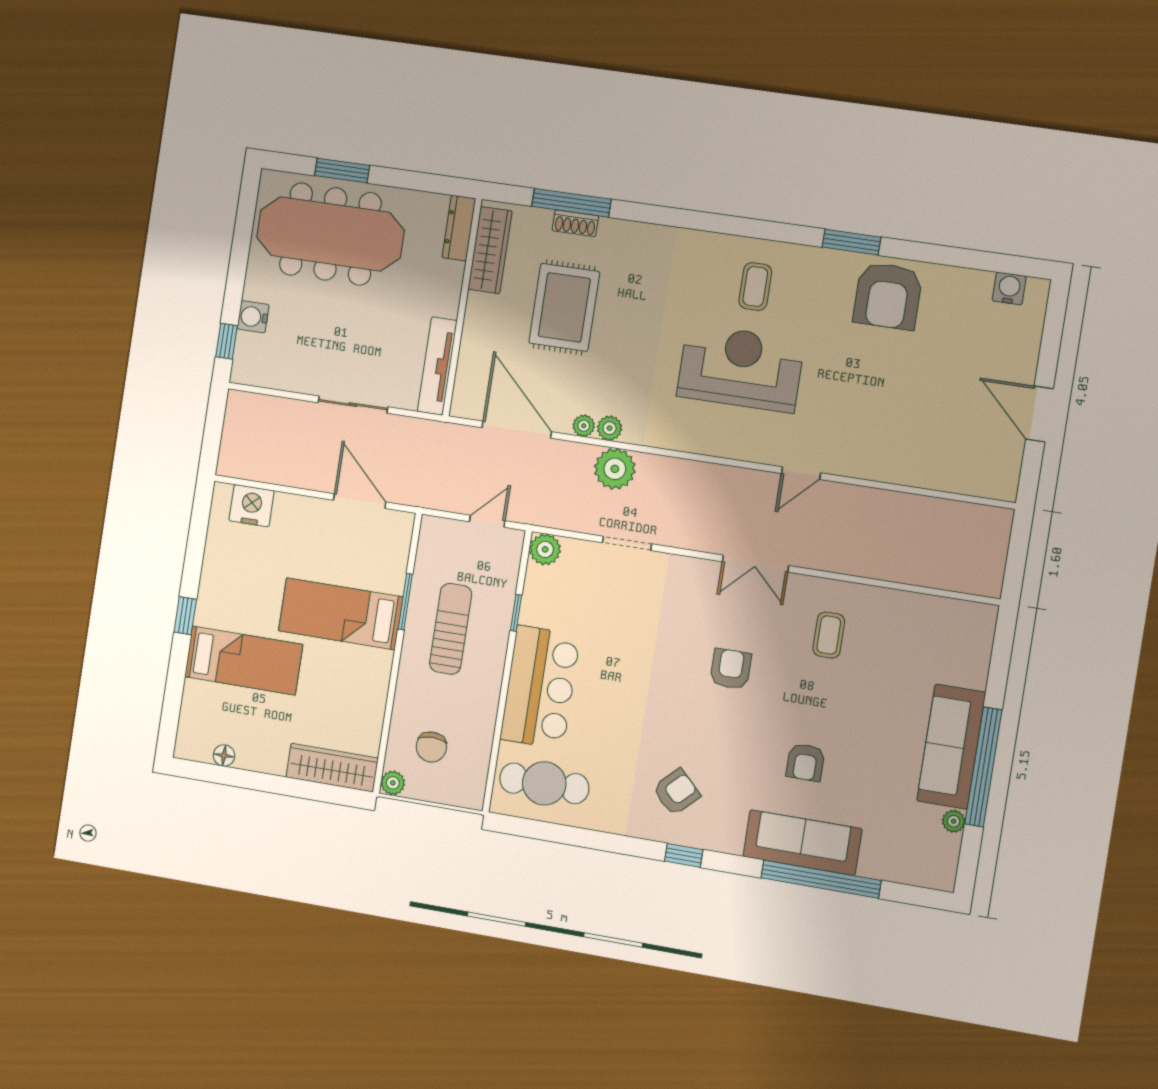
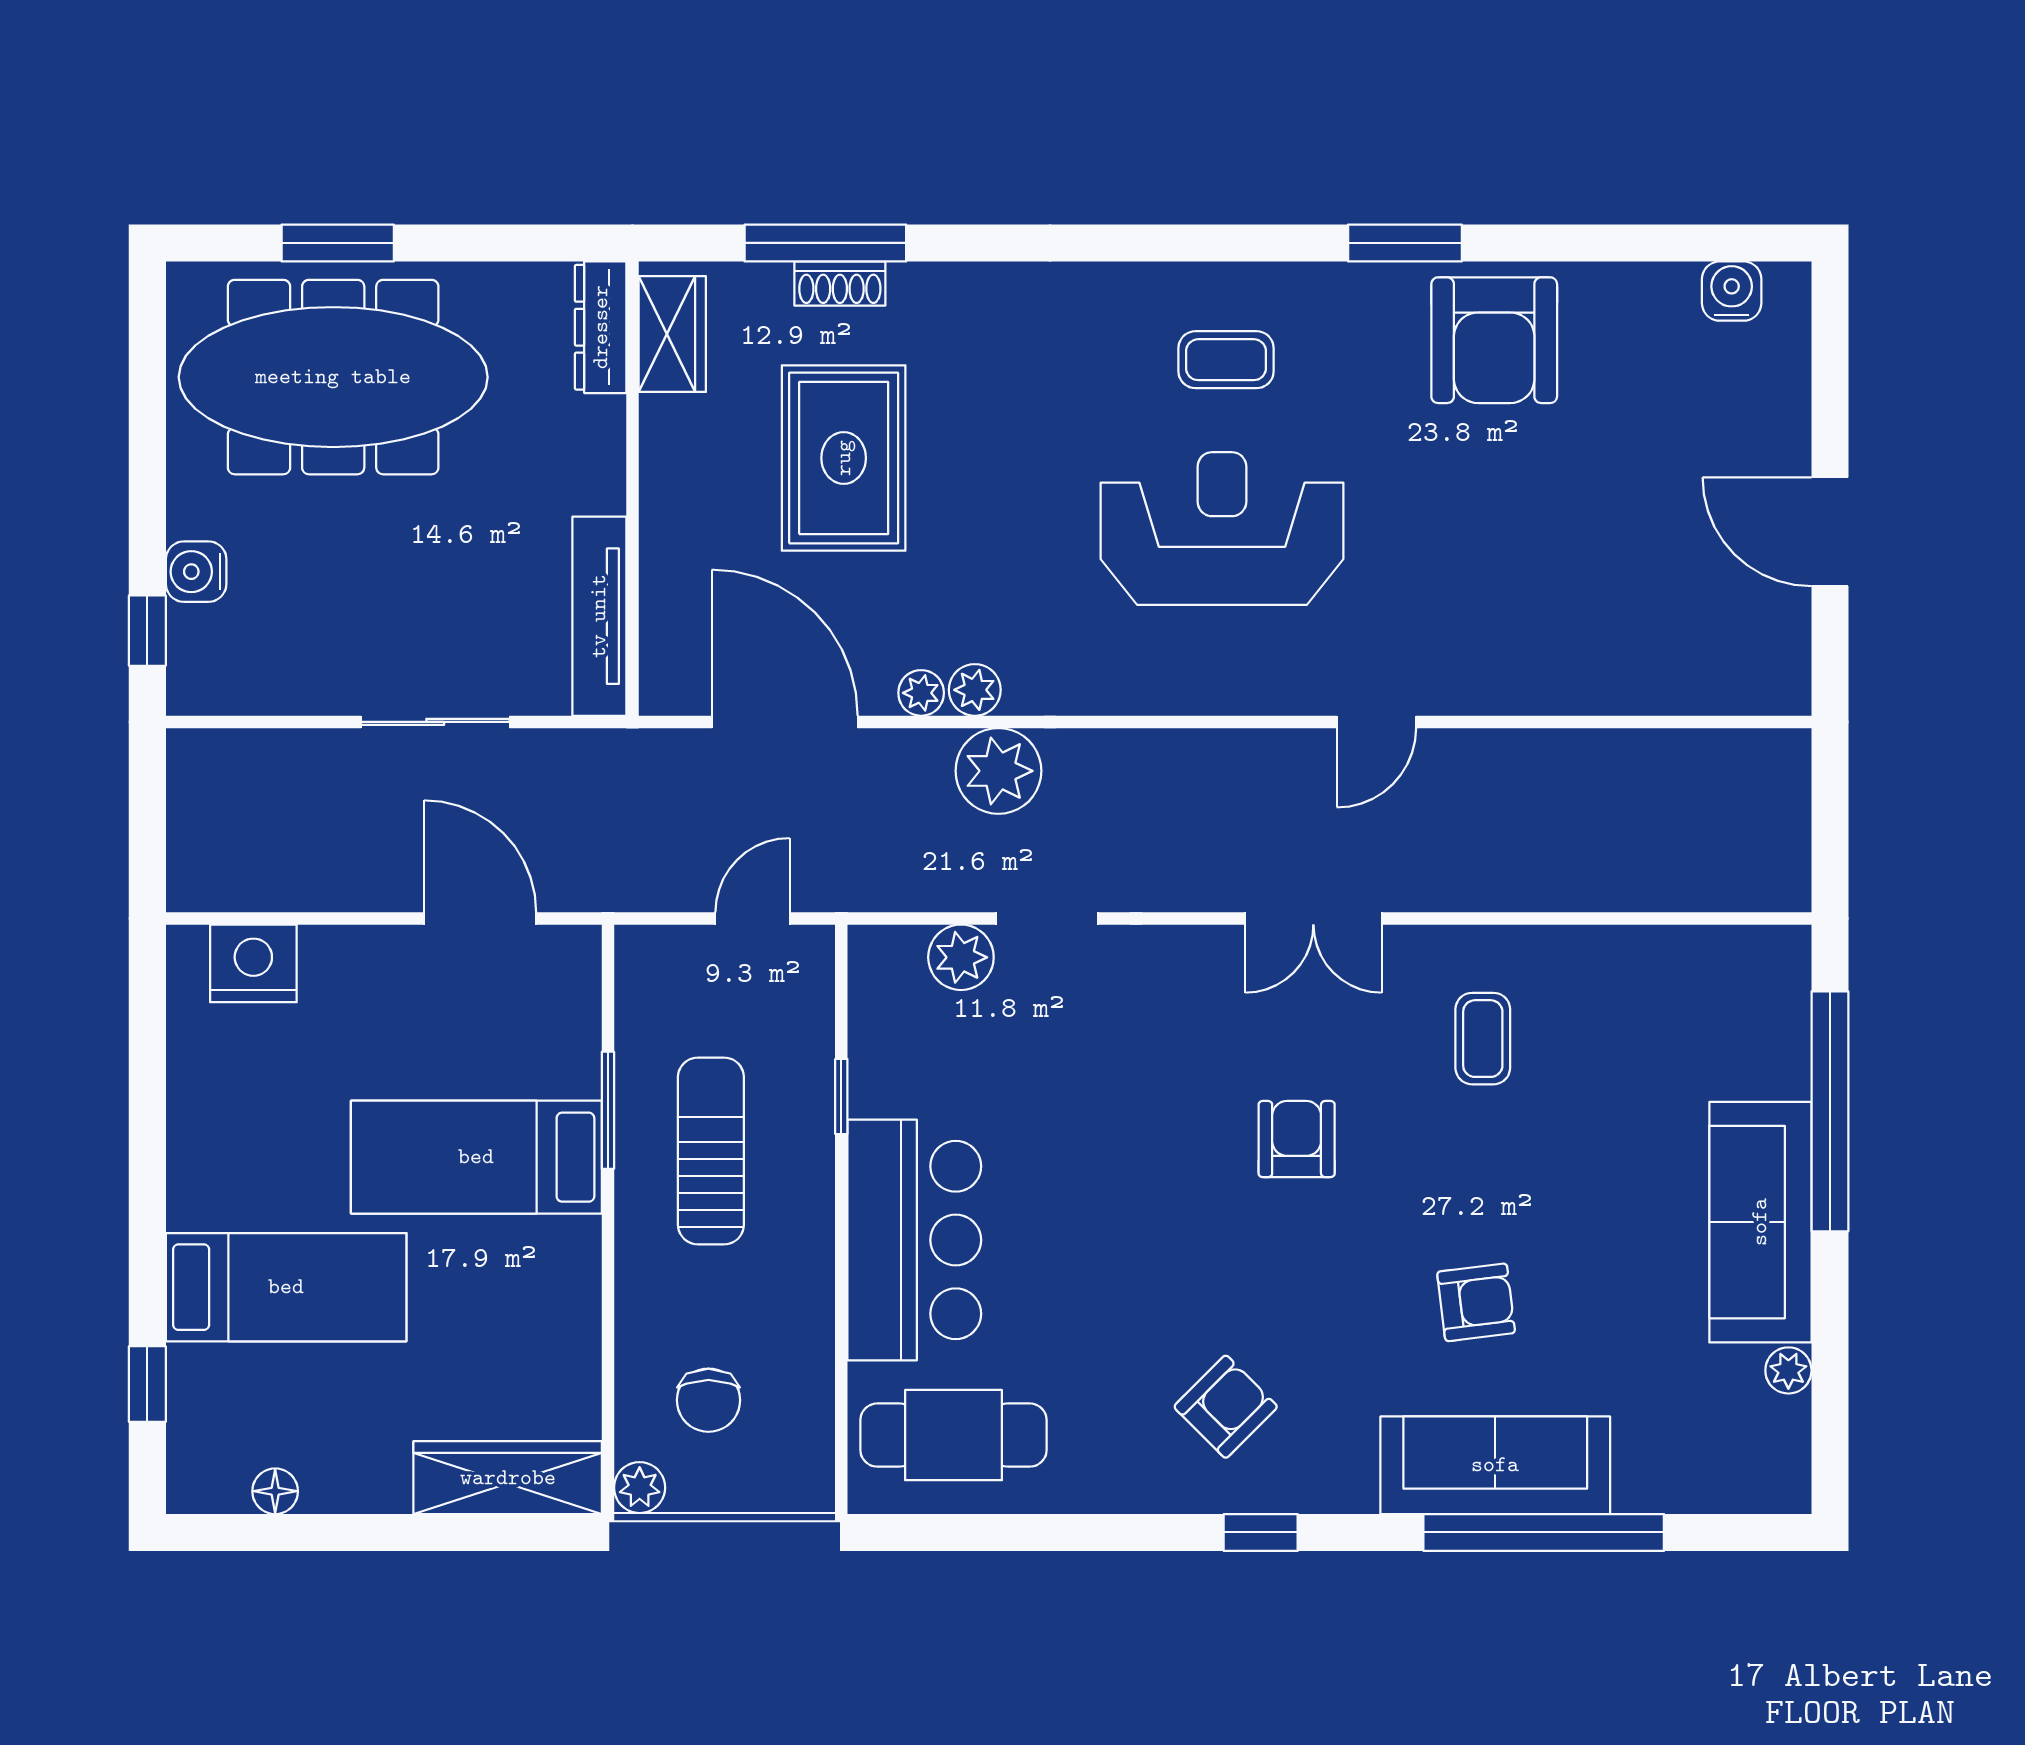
wardrobe: (490, 250) -> (672, 334), width x0.67
coffee table: (755, 287) -> (1226, 360), turned 90
plant: (545, 549) -> (961, 957), moved
window: (185, 616) -> (147, 1384), moved
armchair: (805, 762) -> (1476, 1302), turned -97
window: (983, 767) -> (1830, 1111), moved

